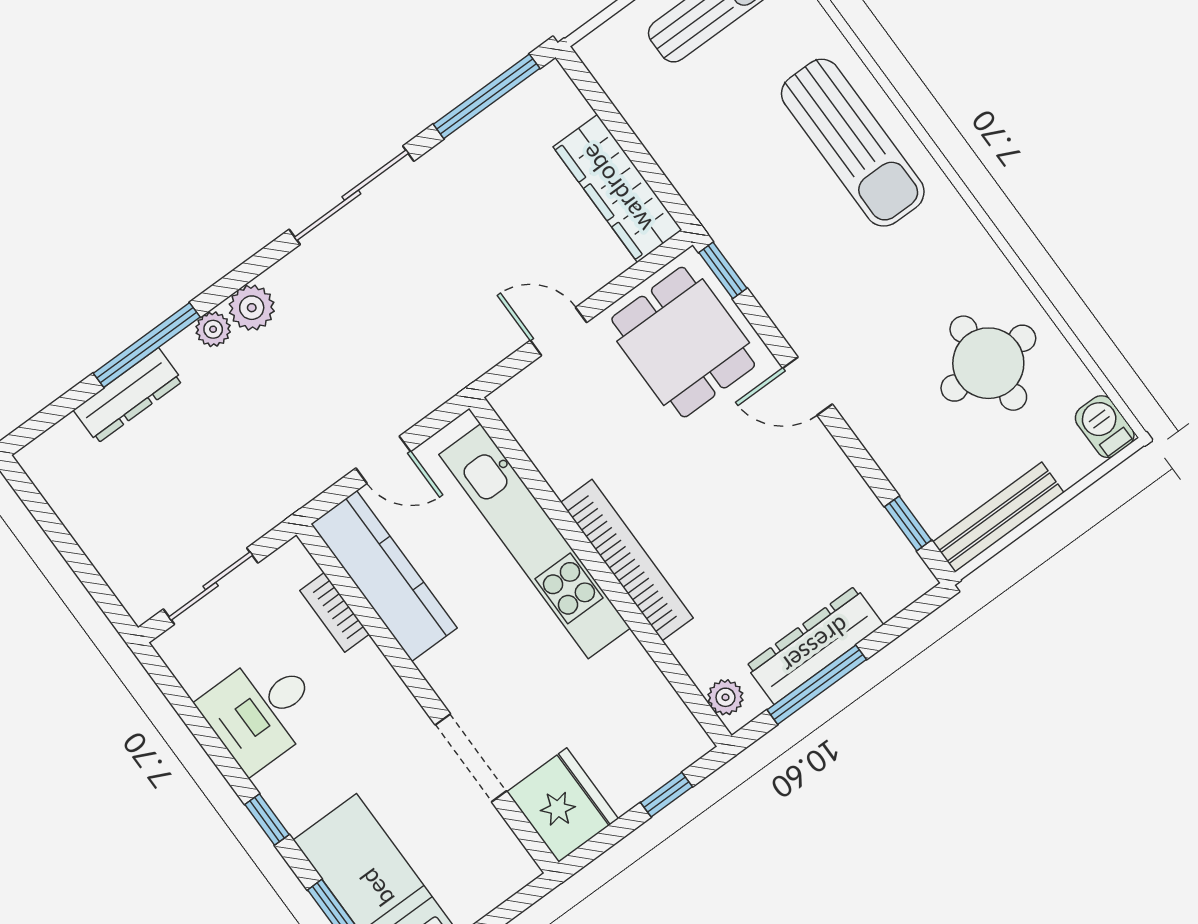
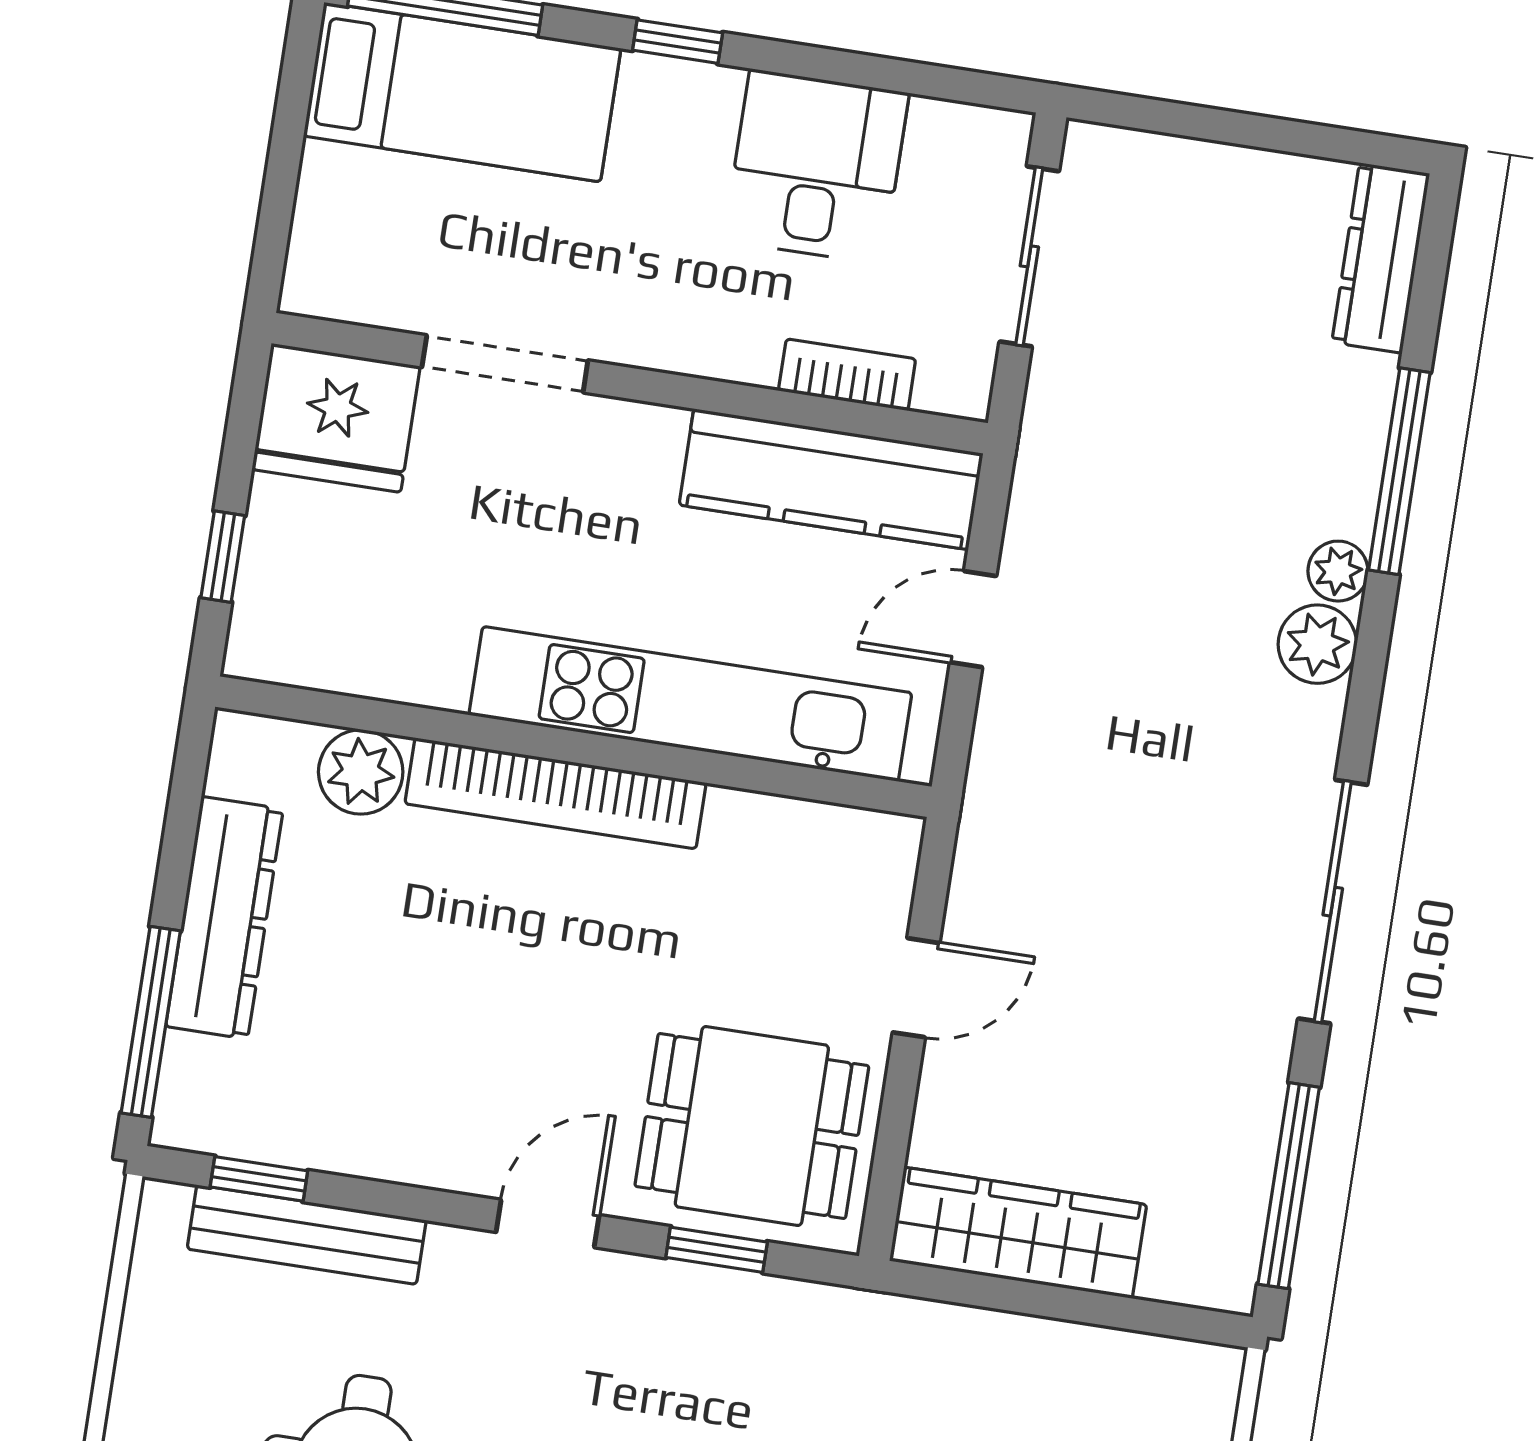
window: (723, 270) -> (717, 1250), moved
dresser: (128, 396) -> (1381, 258), moved
bench: (998, 517) -> (307, 1235), moved, turned 90
window: (817, 685) -> (151, 1022), moved
plant: (725, 697) -> (361, 772), moved, width x1.38, depth x1.38

